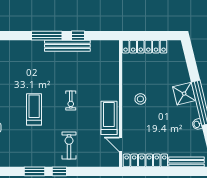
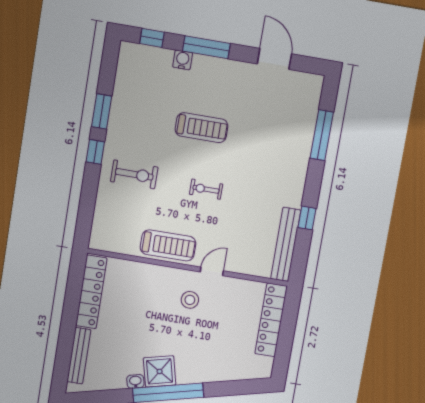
window: (47, 36) -> (322, 135), moved
bench: (67, 46) -> (286, 244), moved
shower: (184, 94) -> (160, 371), moved
door: (120, 144) -> (212, 271), moved

